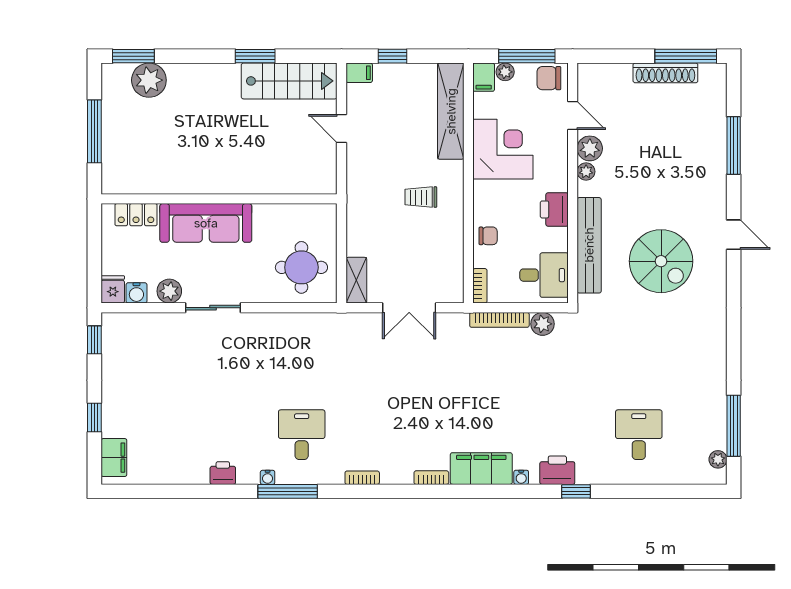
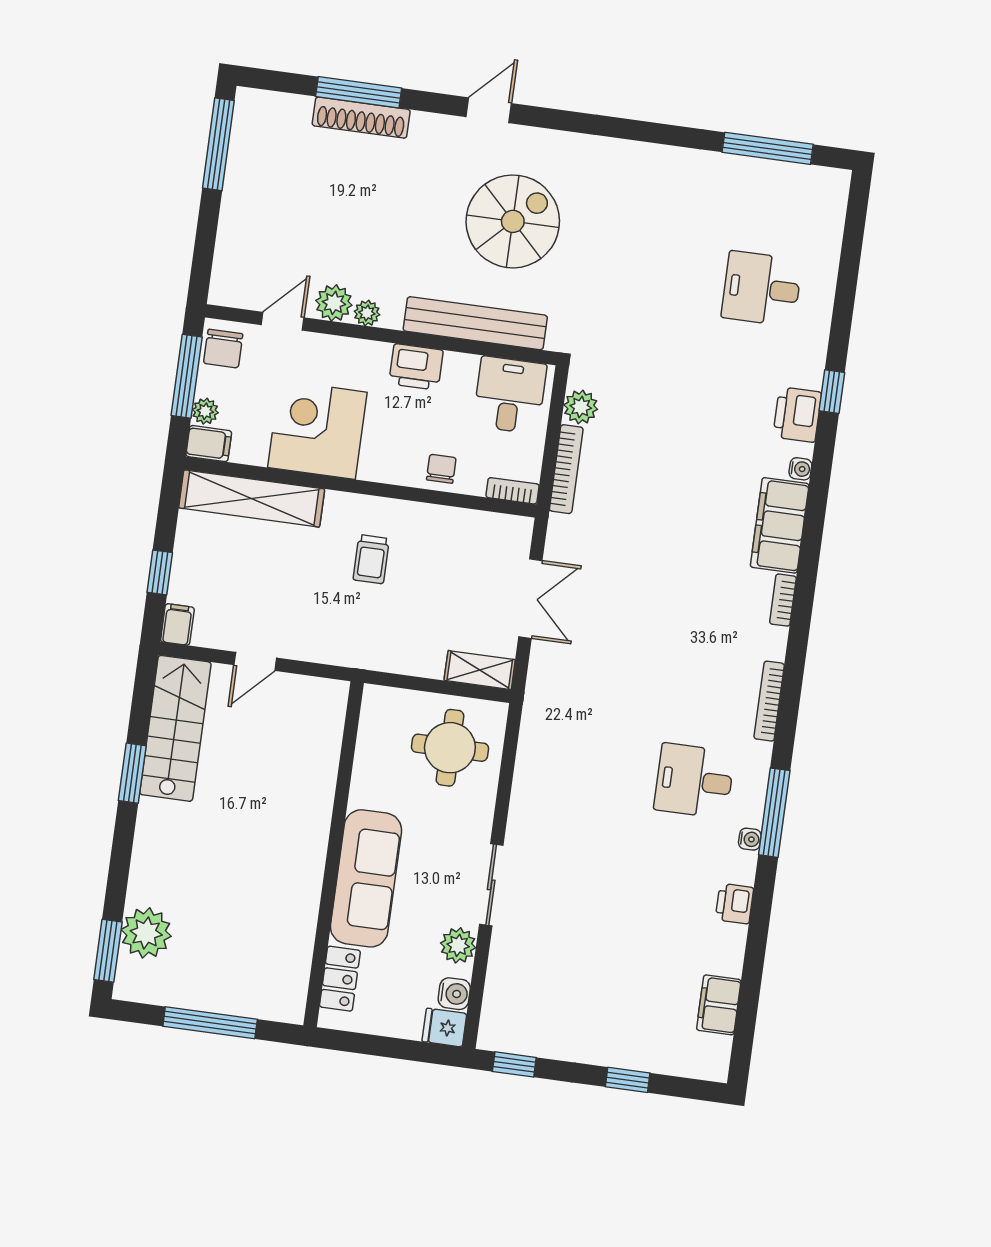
shoe rack: (665, 73) -> (361, 118), moved, turned 90
filing cabinet: (114, 458) -> (719, 1005), moved, turned -90
plant: (718, 459) -> (814, 178), removed
bookcase: (362, 478) -> (769, 701), width x1.56

